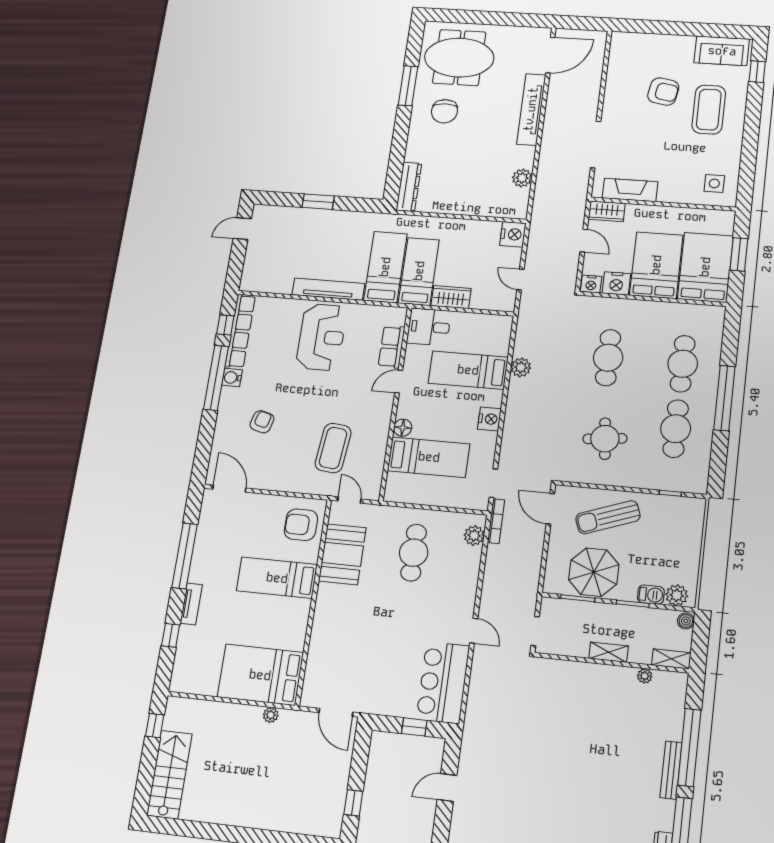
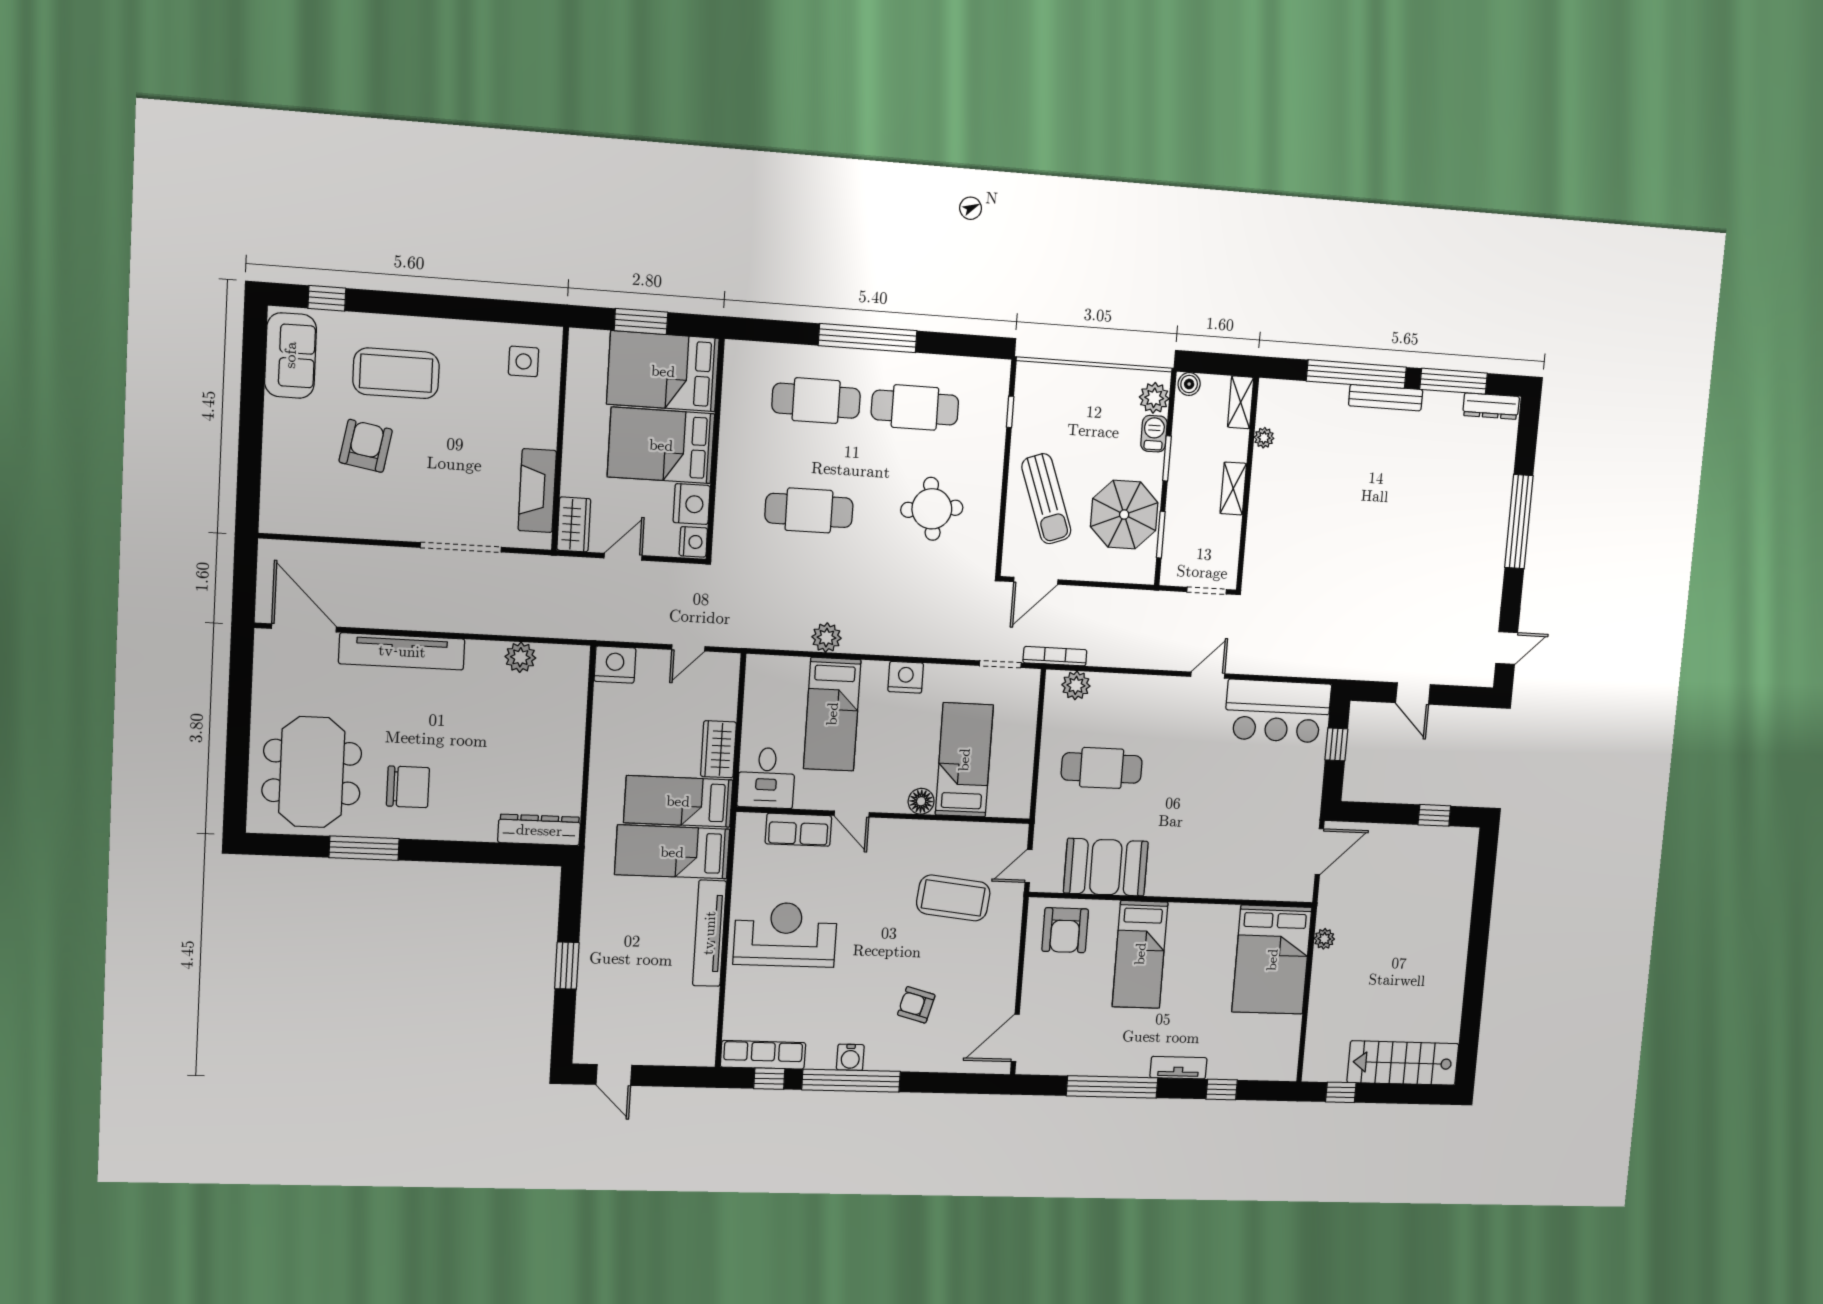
row of seats: (240, 331) -> (763, 1055), width x0.73

